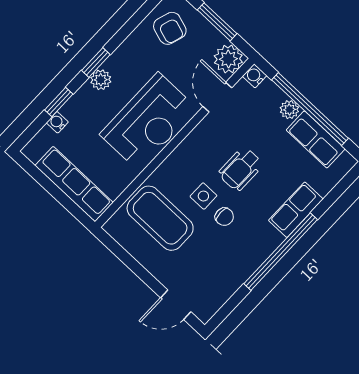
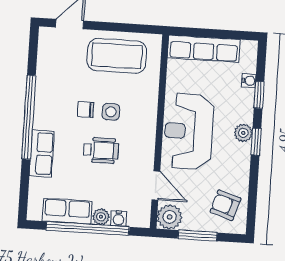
water cooler: (255, 76) -> (118, 219), moved, turned 90
wheelchair: (241, 169) -> (101, 150), turned 90
coffee table: (160, 218) -> (117, 56), moved

